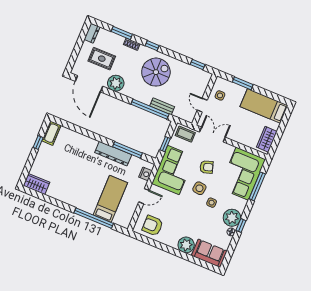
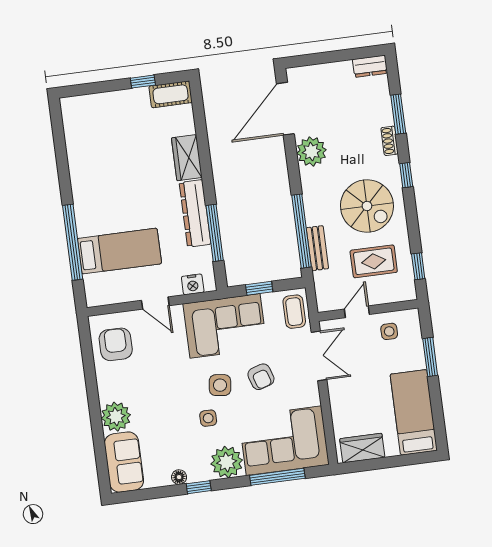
rug: (102, 59) -> (374, 261), moved, turned 90
wardrobe: (36, 184) -> (187, 158), moved, turned 180
plant: (232, 218) -> (227, 462), moved

